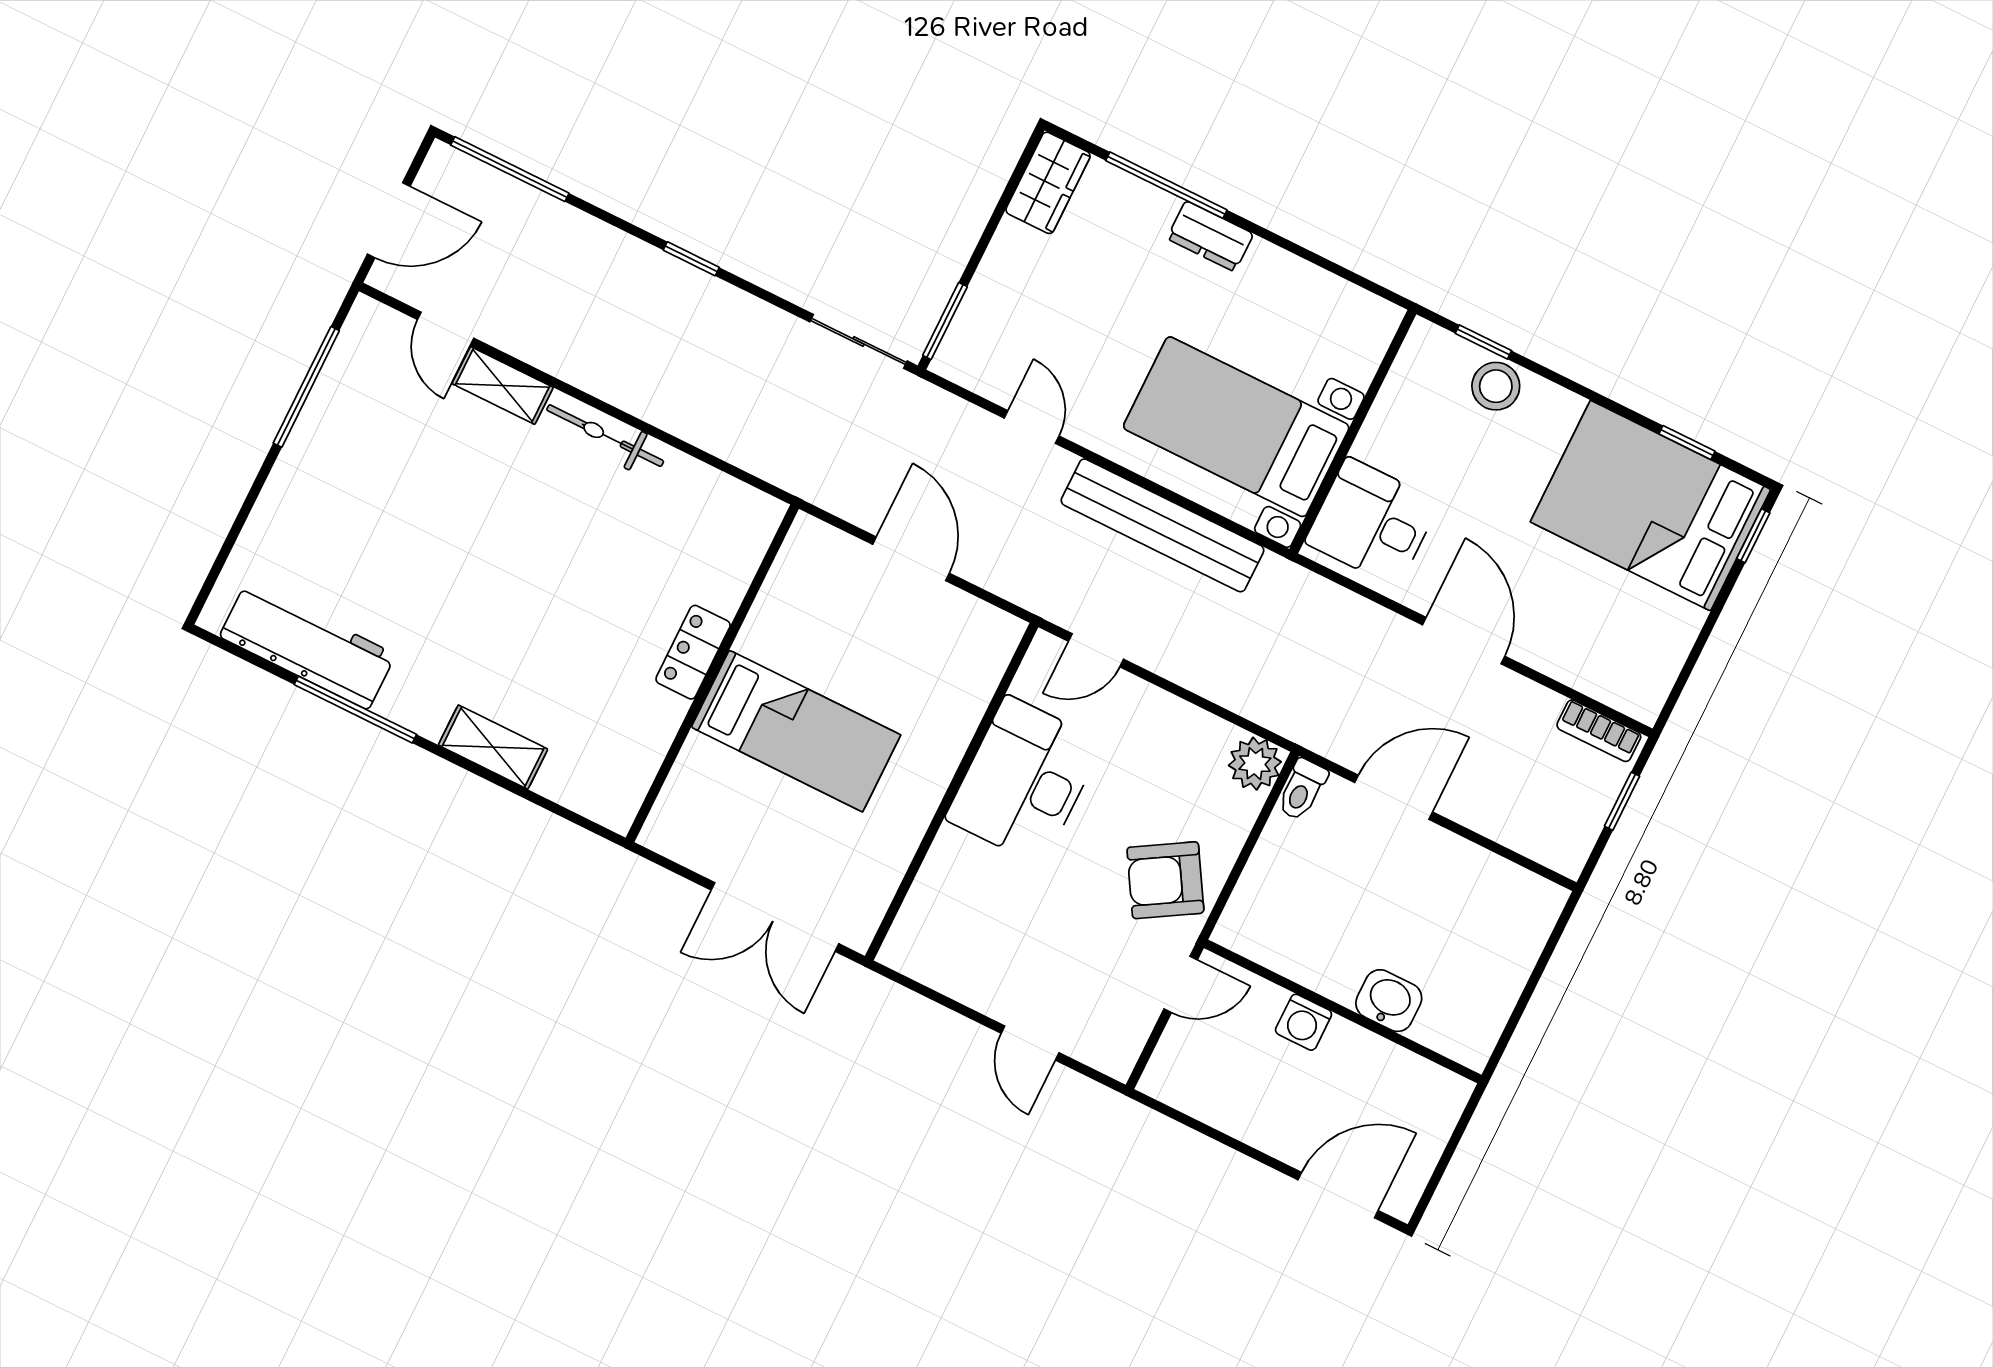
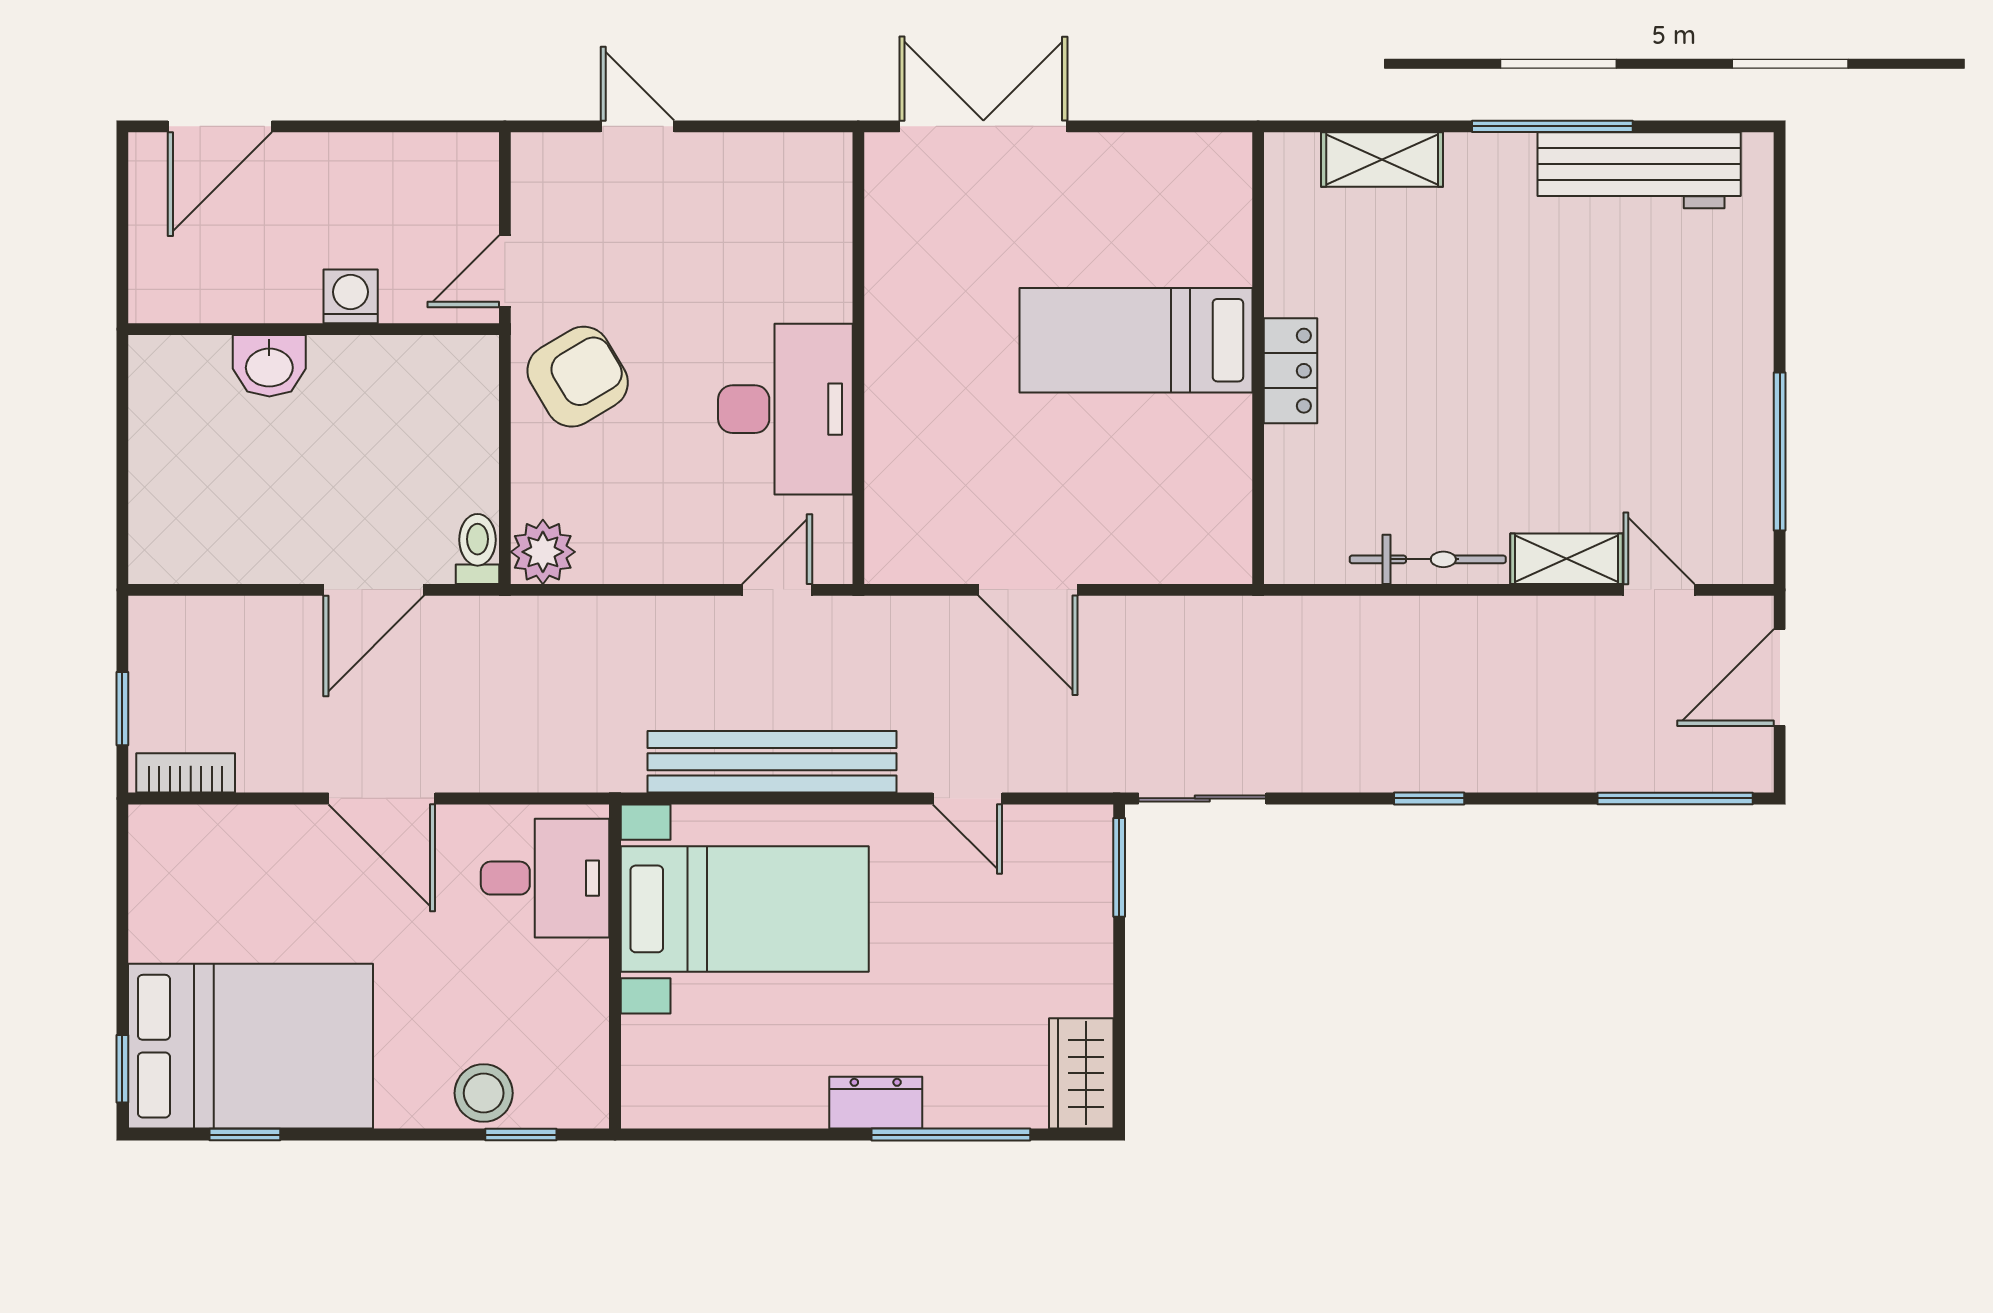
locker: (693, 652) -> (1291, 371), moved
wall: (712, 673) -> (1258, 358), moved
bed: (796, 731) -> (1136, 340), moved

